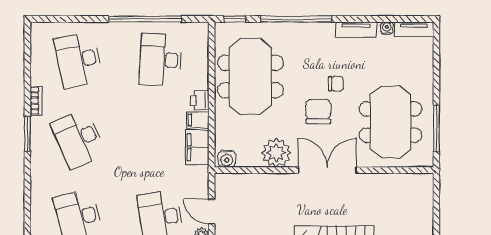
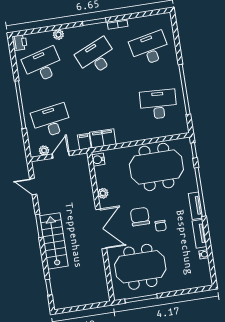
tv unit: (414, 29) -> (195, 206), moved
printer: (200, 100) -> (135, 135), removed
chair: (318, 111) -> (140, 217), turned -90
filing cabinet: (198, 120) -> (84, 142), moved
plant: (276, 153) -> (103, 193), width x0.53, depth x0.53
plant: (38, 188) -> (58, 35), added

